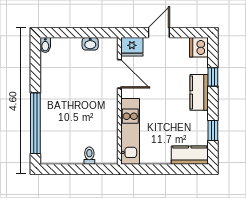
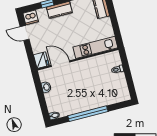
door: (159, 33) -> (25, 33), moved
door: (119, 74) -> (61, 64), hinge flipped
window: (35, 123) -> (88, 114), moved

